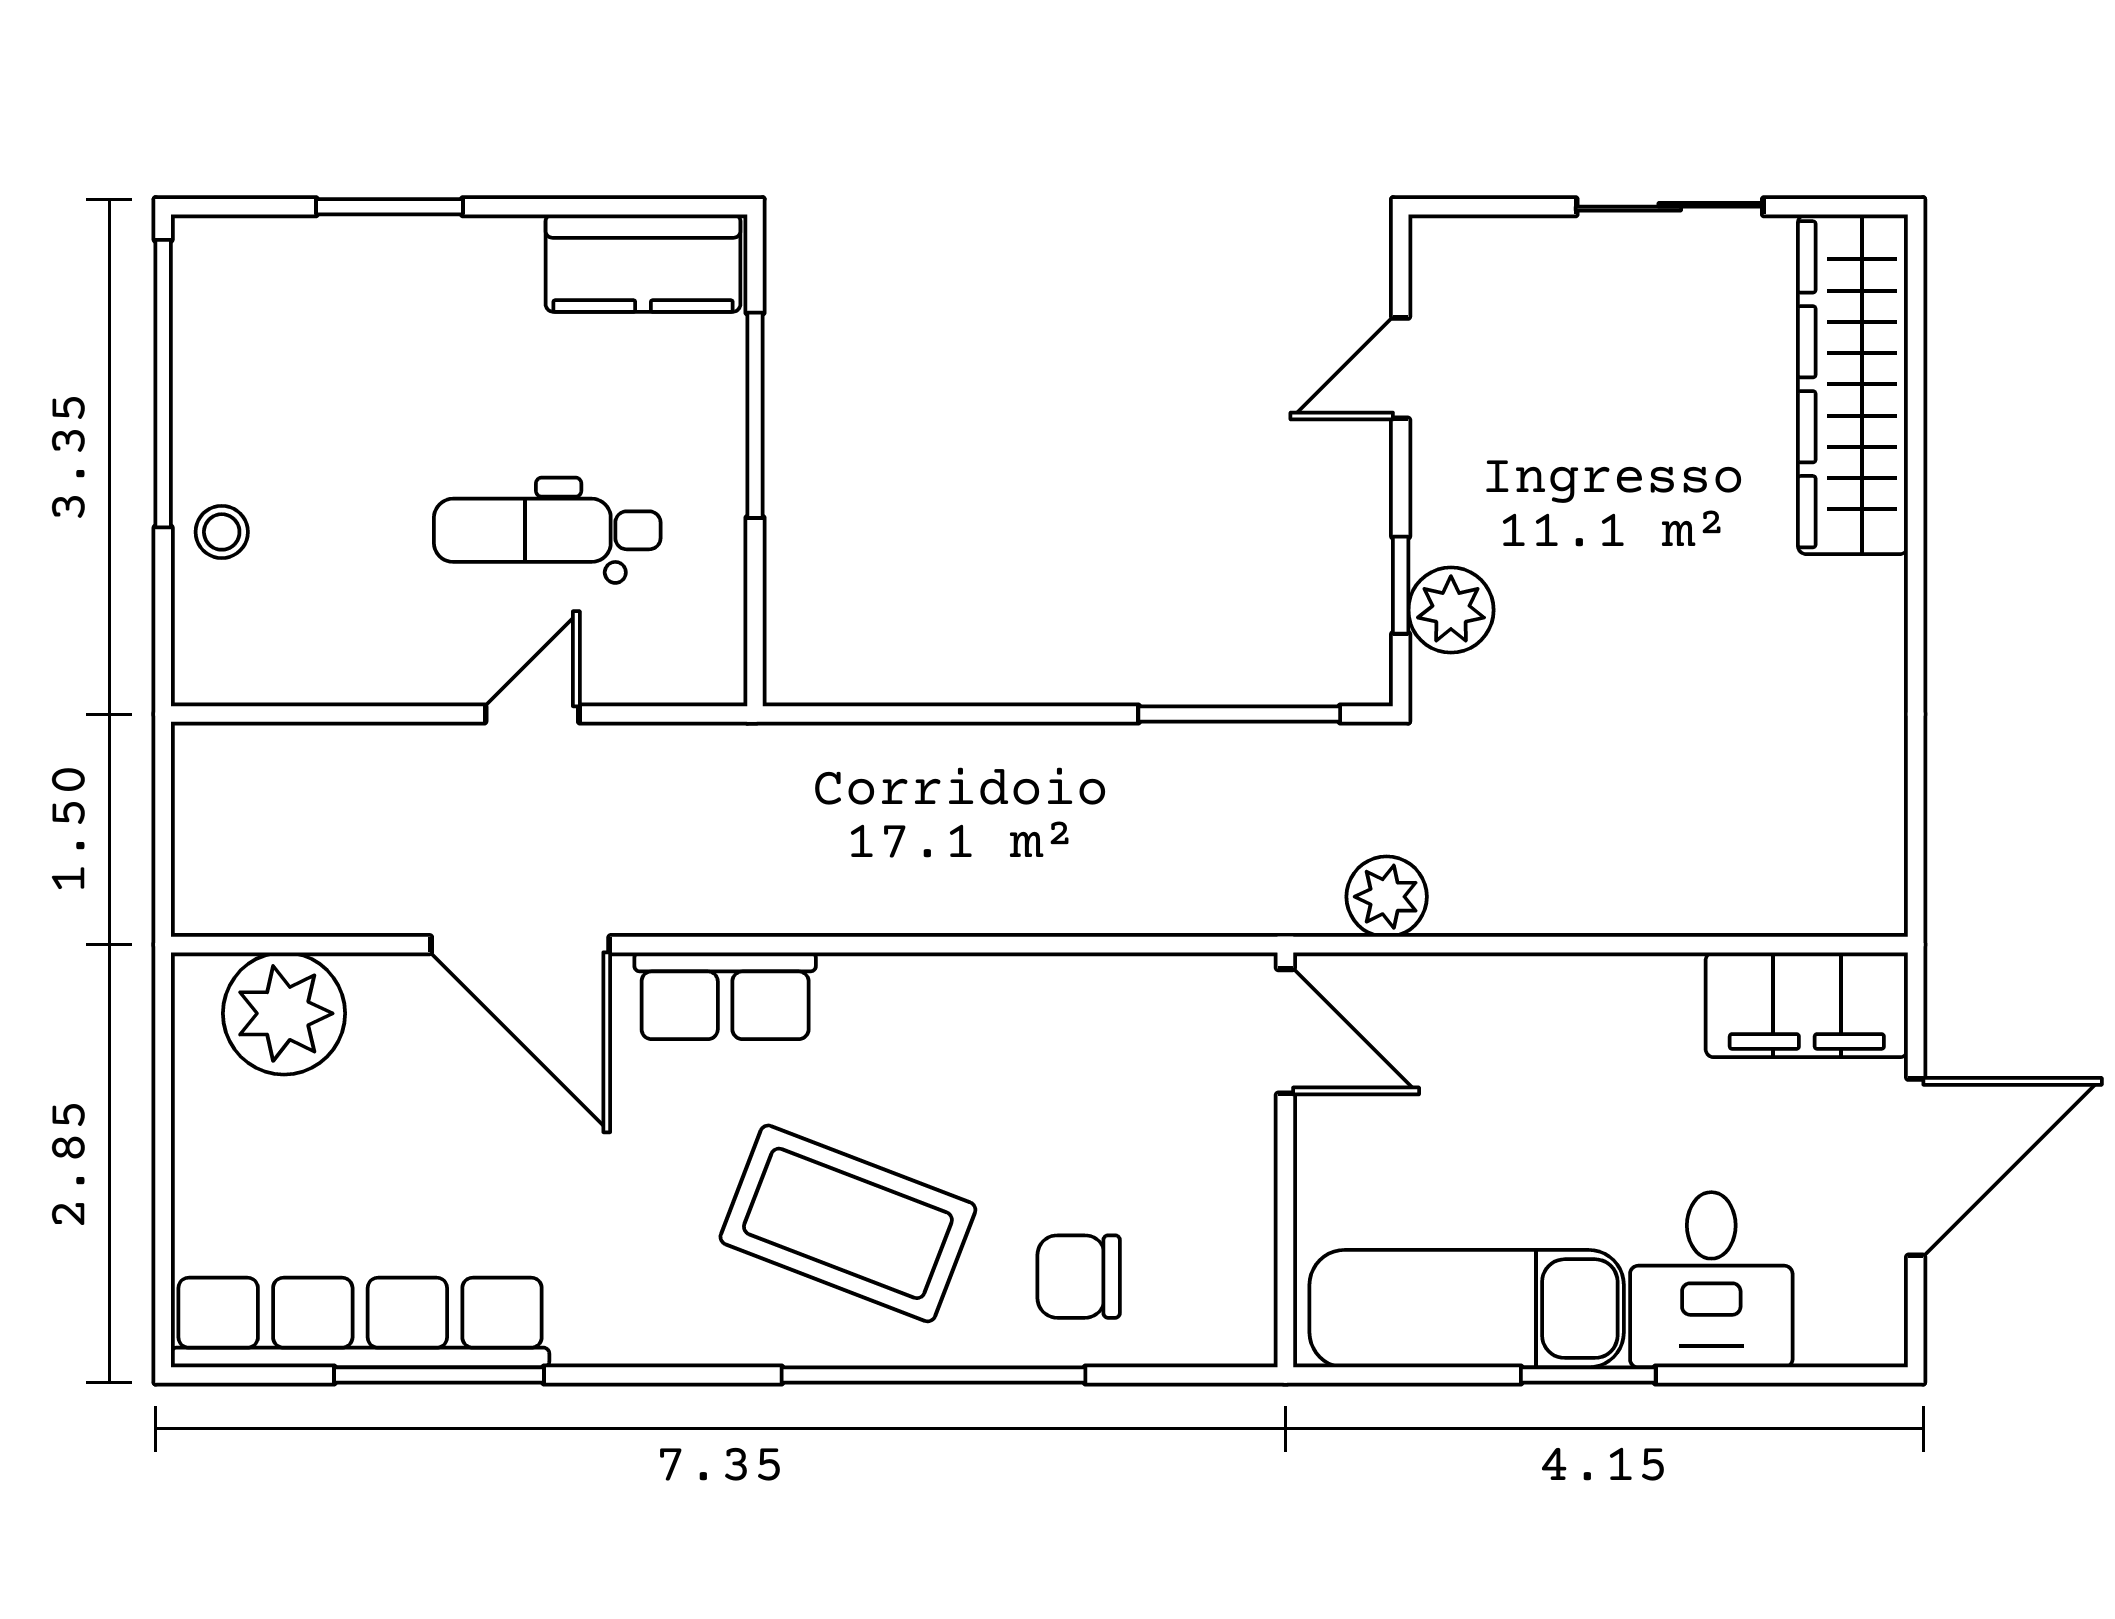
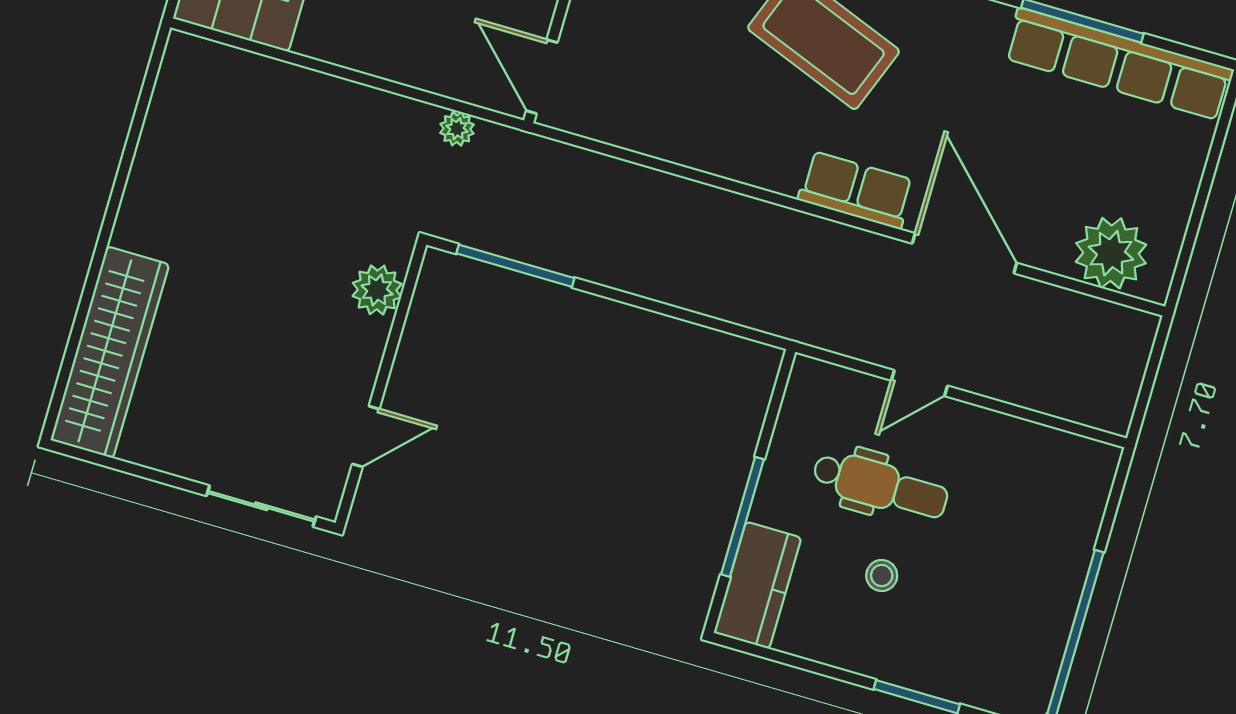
sliding door: (1670, 207) -> (261, 506), moved
kitchen counter: (643, 263) -> (758, 585), moved, turned 90
stool: (222, 532) -> (882, 575), moved
window: (1401, 585) -> (402, 313), removed
plant: (1387, 897) -> (457, 129), width x0.73, depth x0.73

